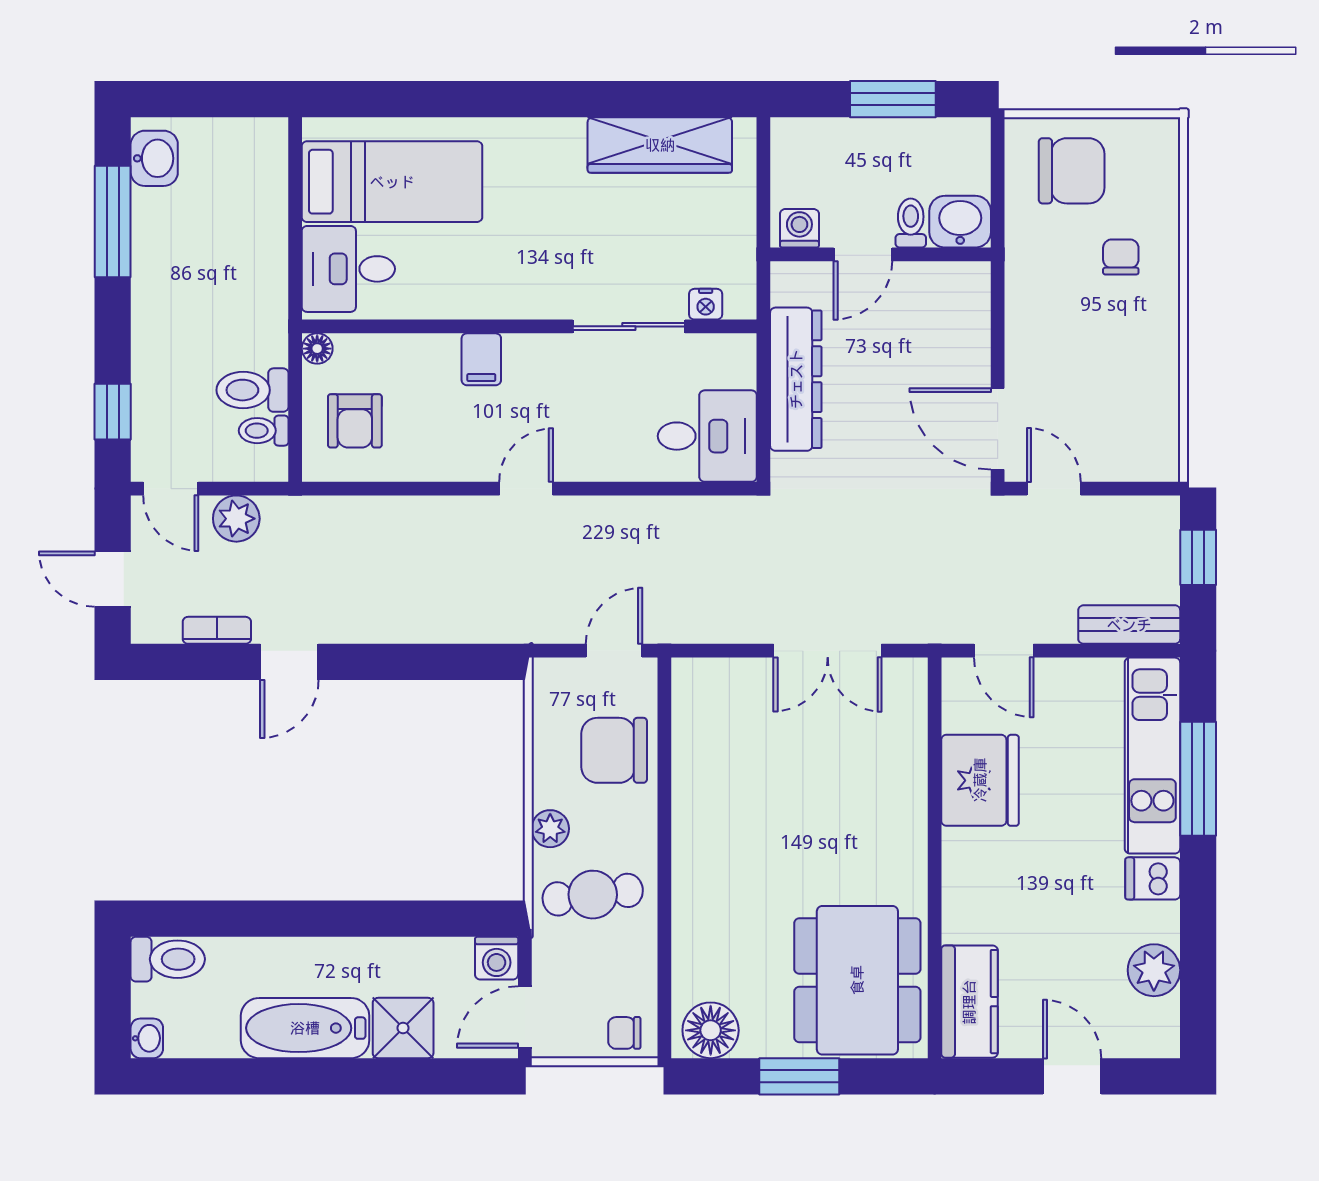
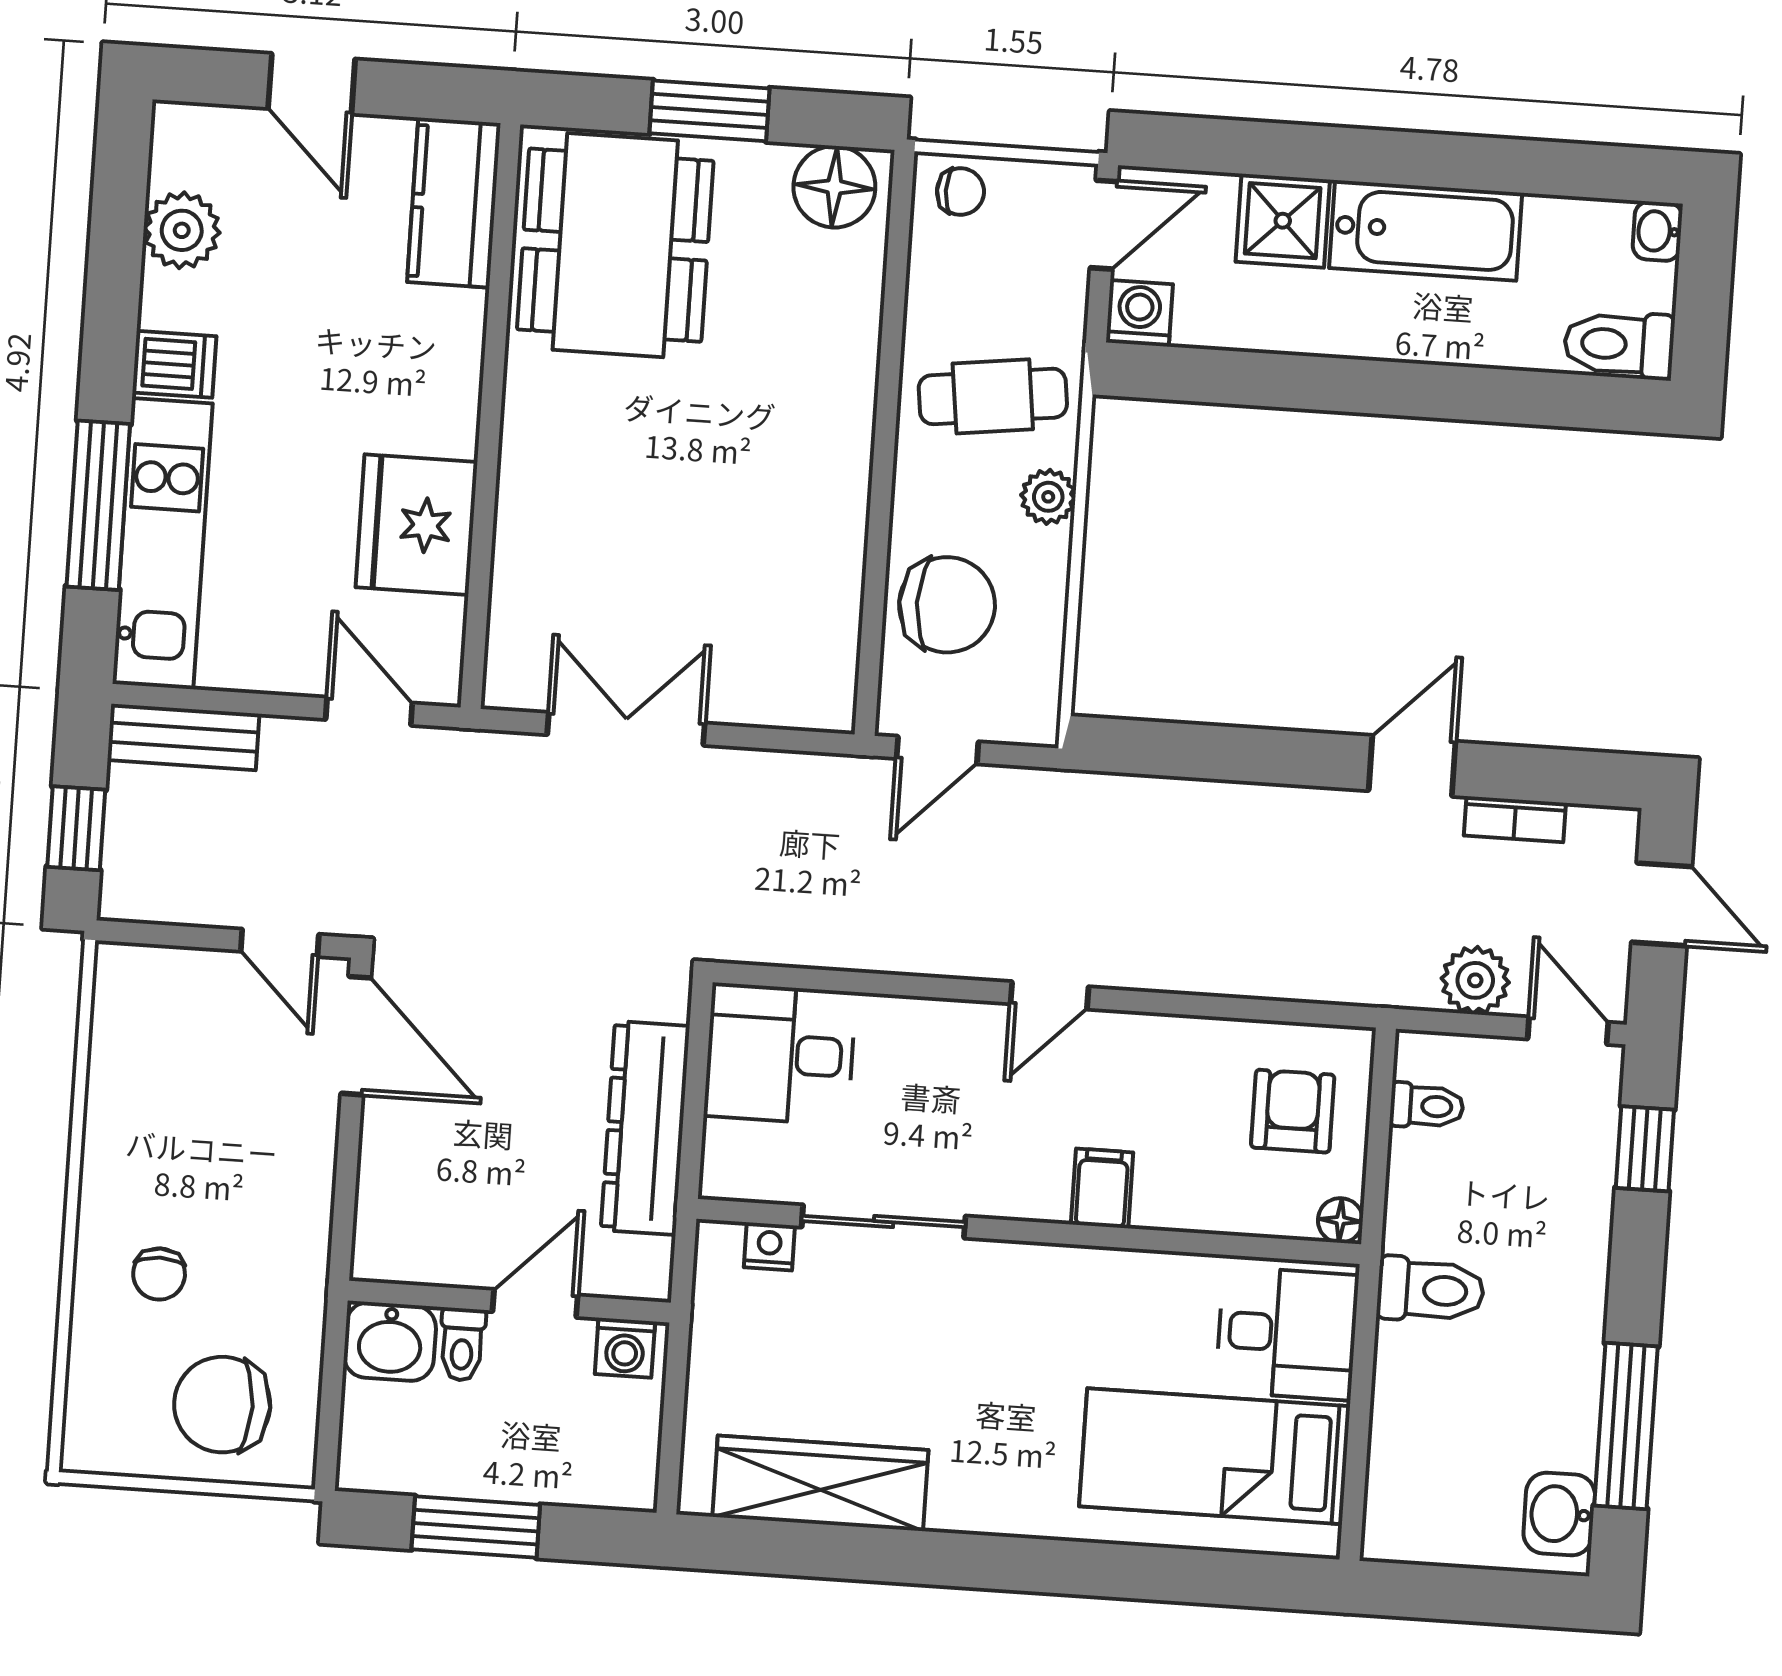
toilet: (252, 390) -> (1430, 1290), moved

